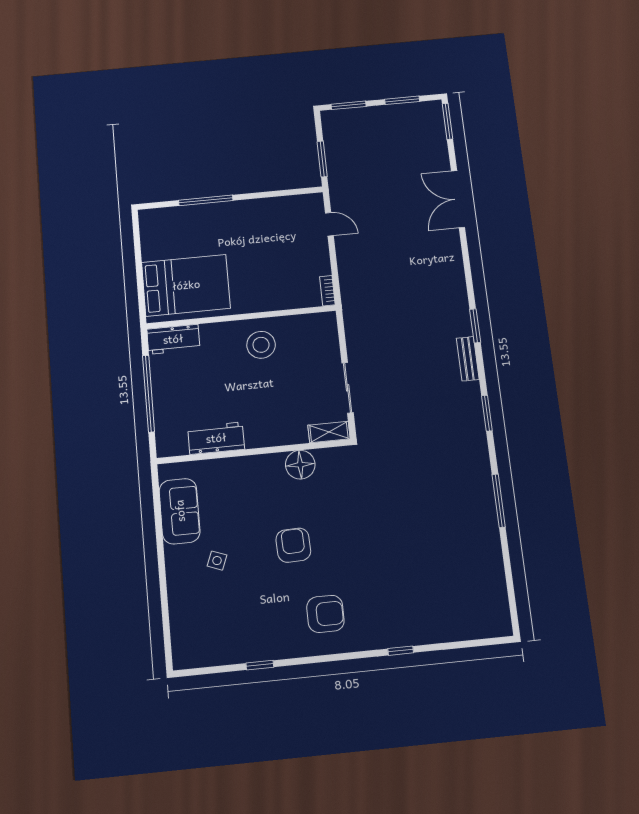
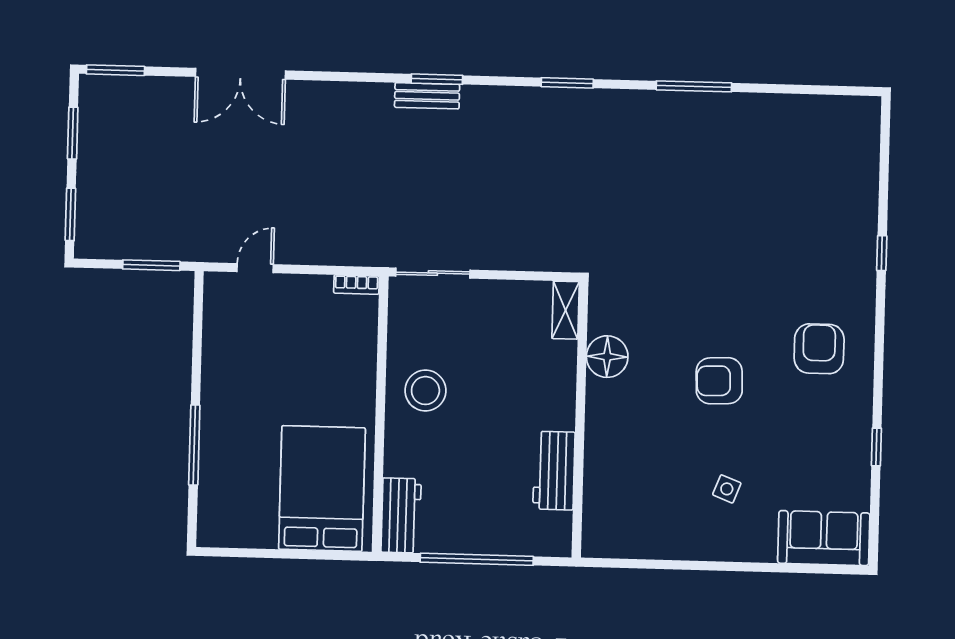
bench: (468, 359) -> (427, 96), moved
sliding door: (348, 388) -> (433, 273), moved
sofa: (180, 511) -> (824, 538), moved

